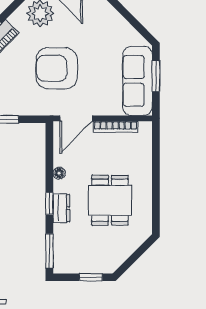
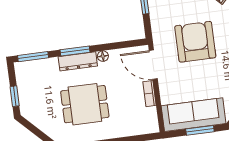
bookcase: (116, 127) -> (150, 94), width x0.64
window: (49, 203) -> (75, 51), width x1.50
dresser: (61, 208) -> (78, 61), width x1.44

